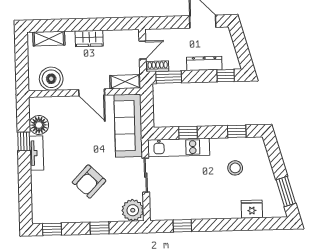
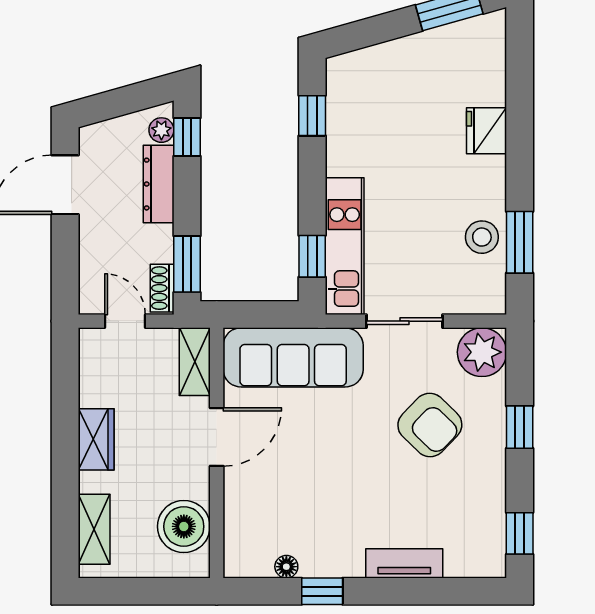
plant: (228, 64) -> (161, 130), added
floor lamp: (39, 125) -> (286, 567), width x0.53, depth x0.53
window: (188, 133) -> (312, 256), moved
tv unit: (37, 153) -> (404, 563), moved
stool: (235, 168) -> (482, 237), moved
armchair: (89, 181) -> (430, 425), moved
fridge: (252, 209) -> (487, 131), moved
window: (182, 226) -> (520, 242), width x1.50

